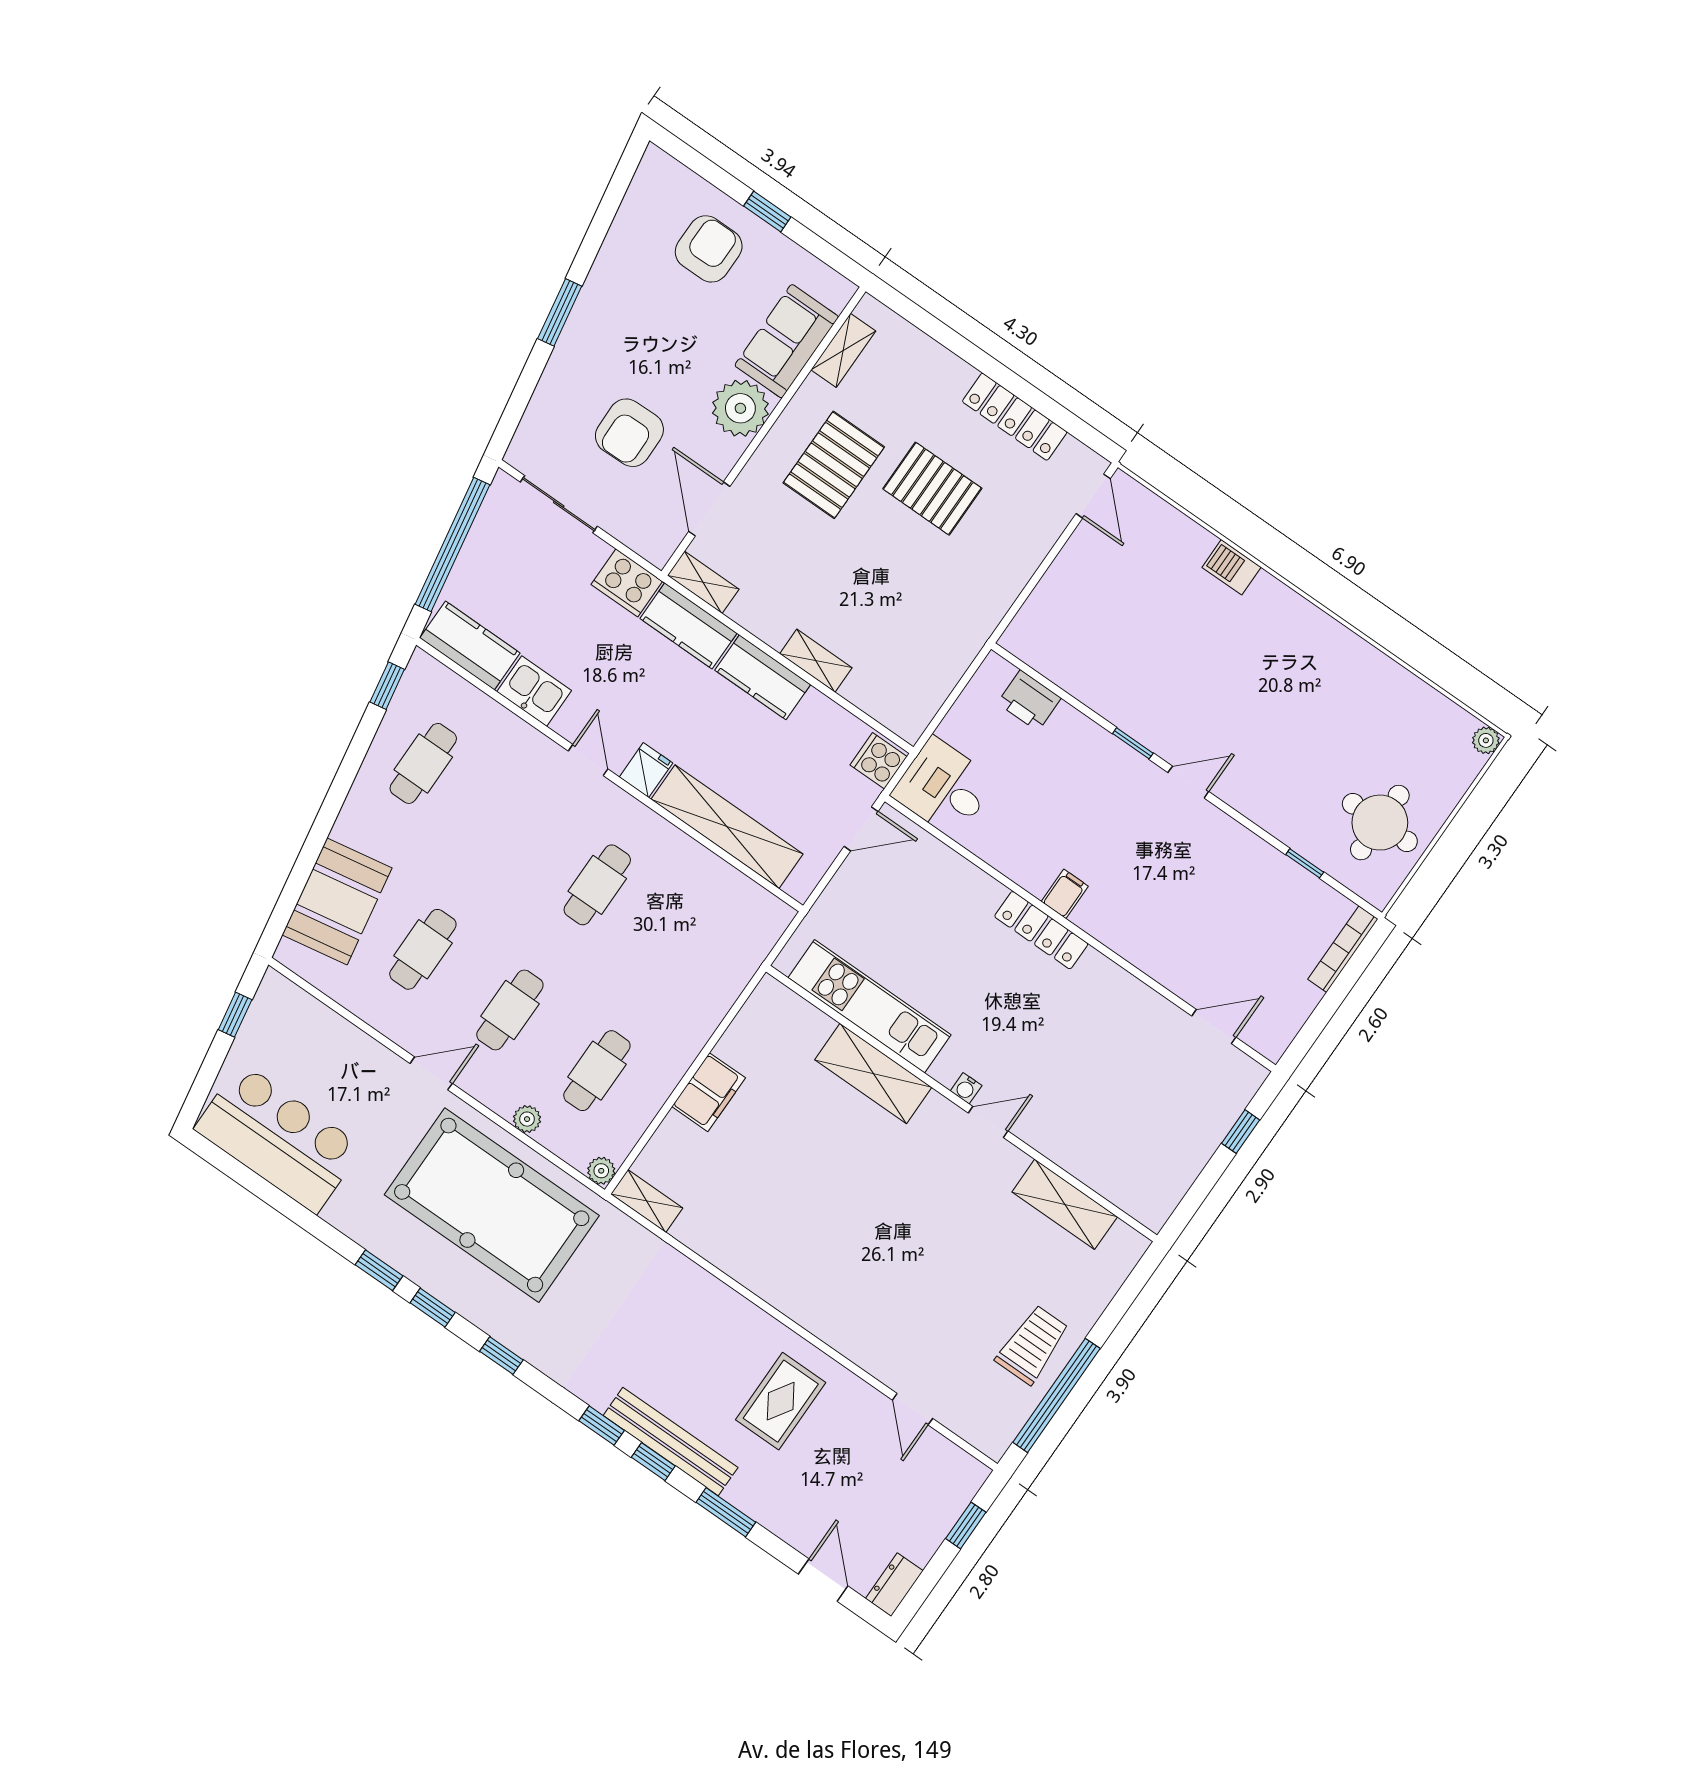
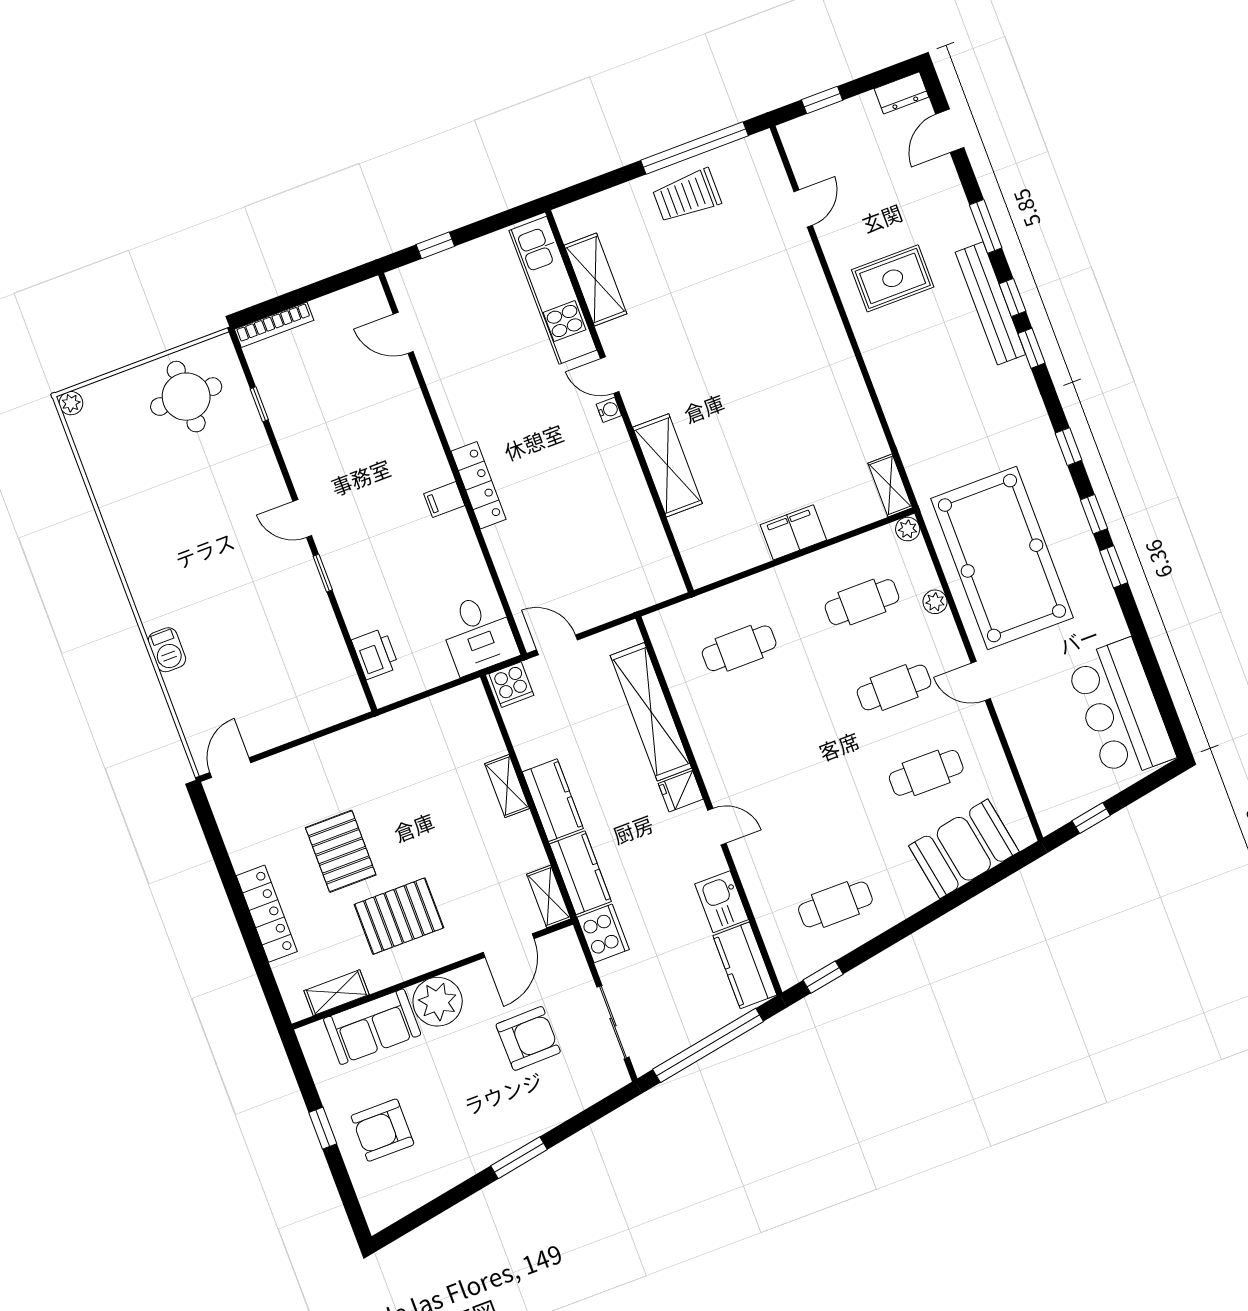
locker: (1015, 417) -> (267, 914), moved
door: (588, 760) -> (717, 827), swing flipped
cafe table: (597, 885) -> (739, 648), moved
kitchen unit: (869, 1006) -> (553, 290), moved

